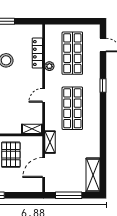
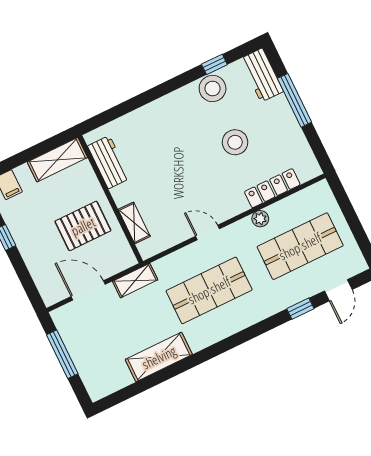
window: (103, 85) -> (300, 309), moved
shelving: (32, 129) -> (134, 223), moved
shelving: (93, 175) -> (159, 357), moved

